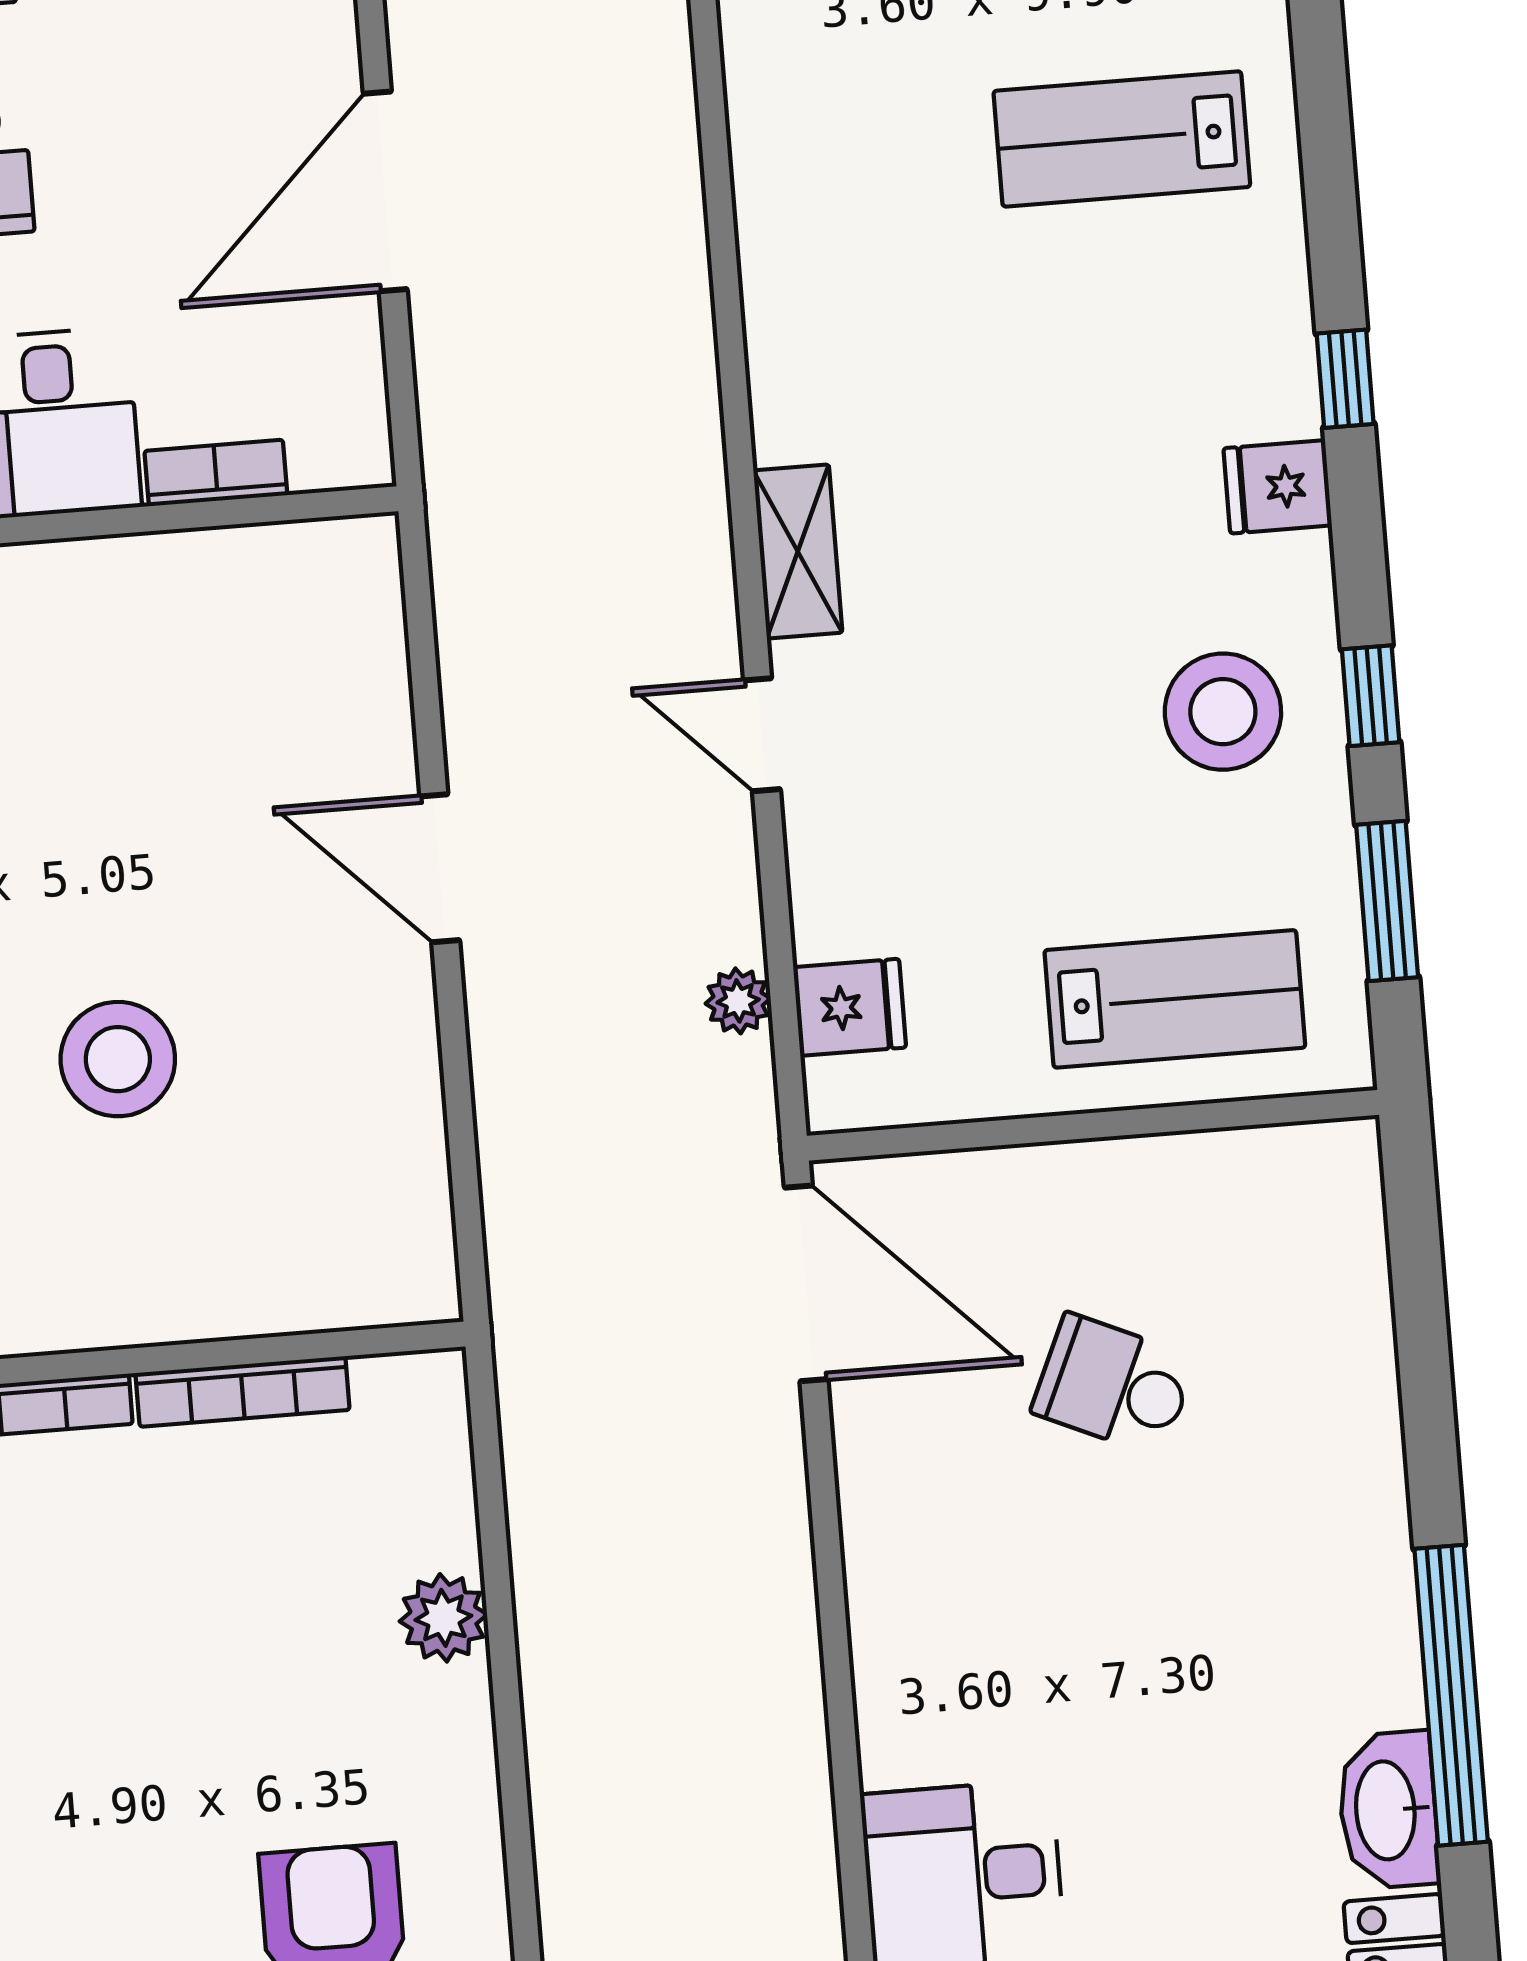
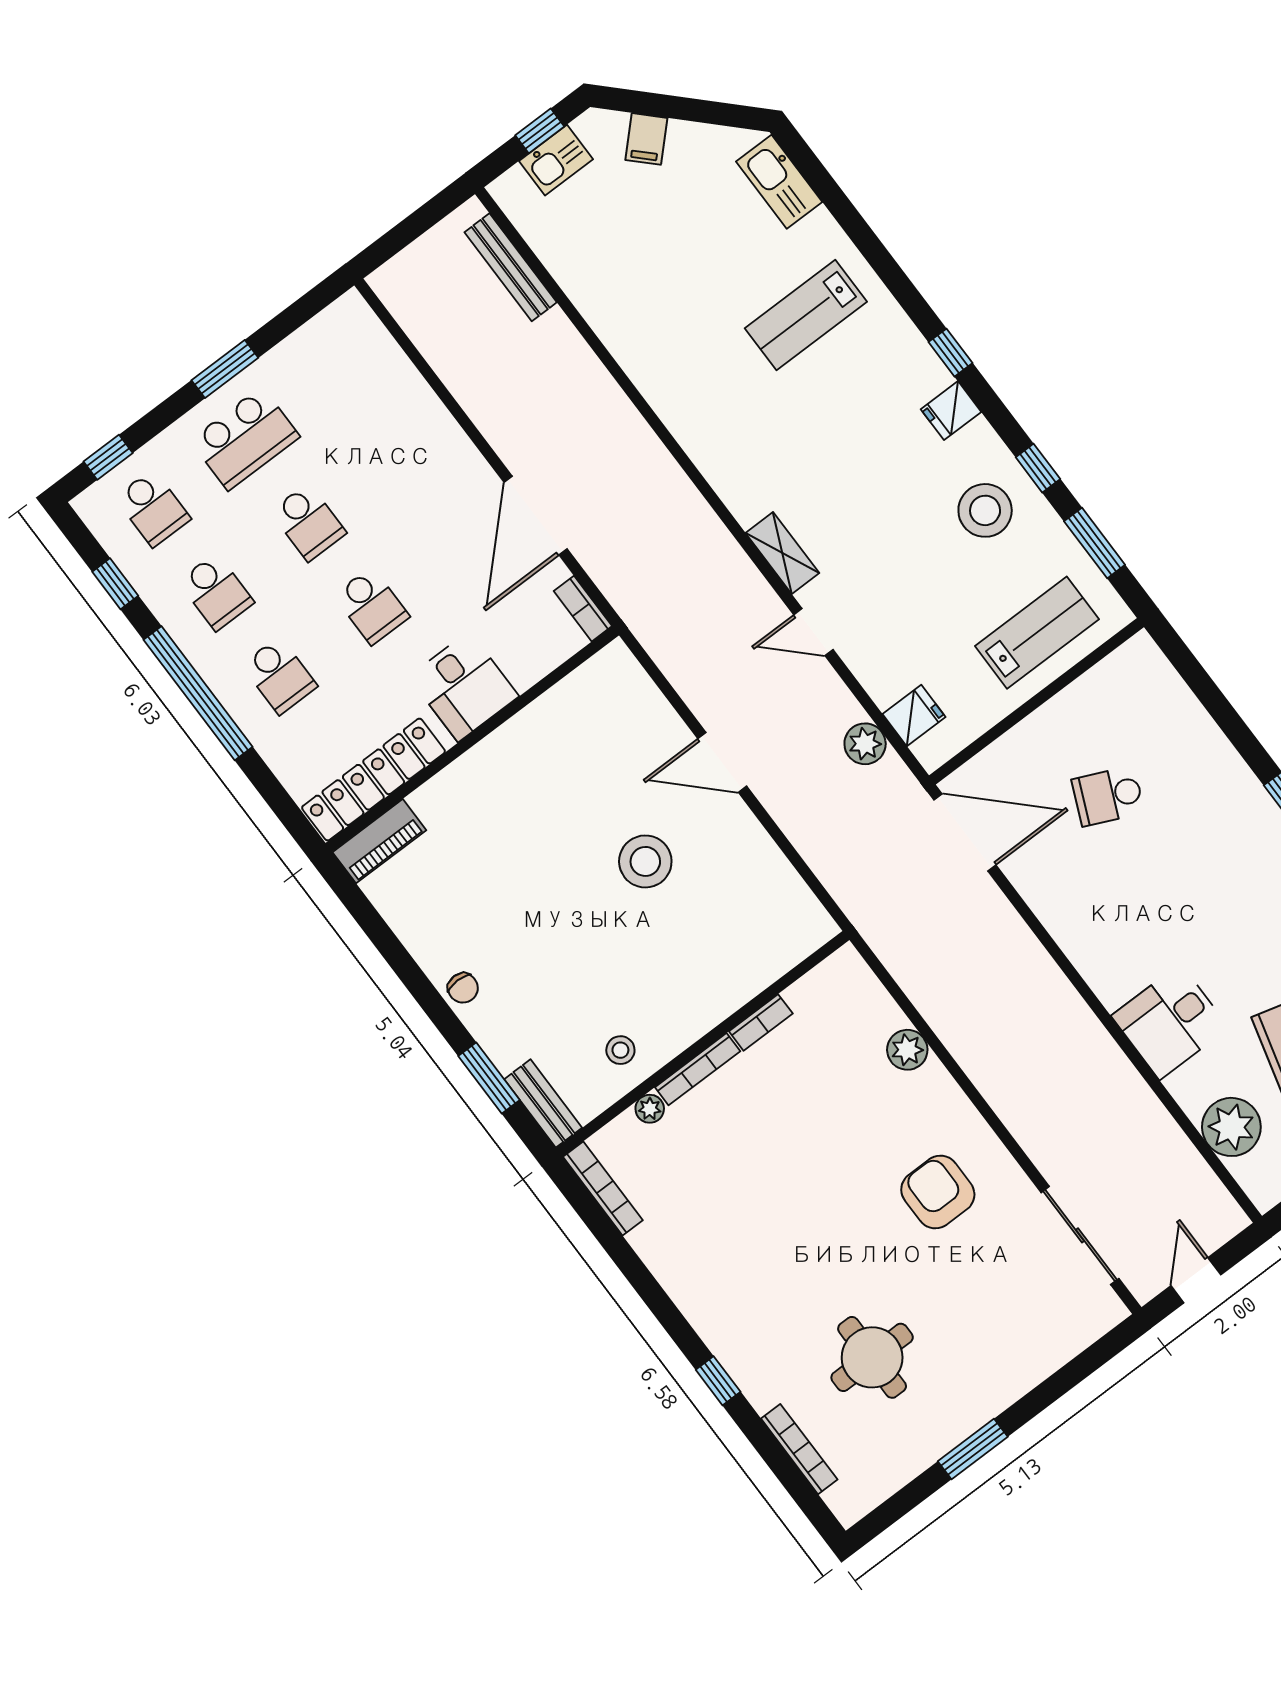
bookcase: (216, 473) -> (583, 609), moved, turned -90
plant: (738, 1001) -> (865, 744), width x1.38, depth x1.38
stool: (118, 1059) -> (645, 861), moved
bookcase: (243, 1391) -> (761, 1022), width x0.64

